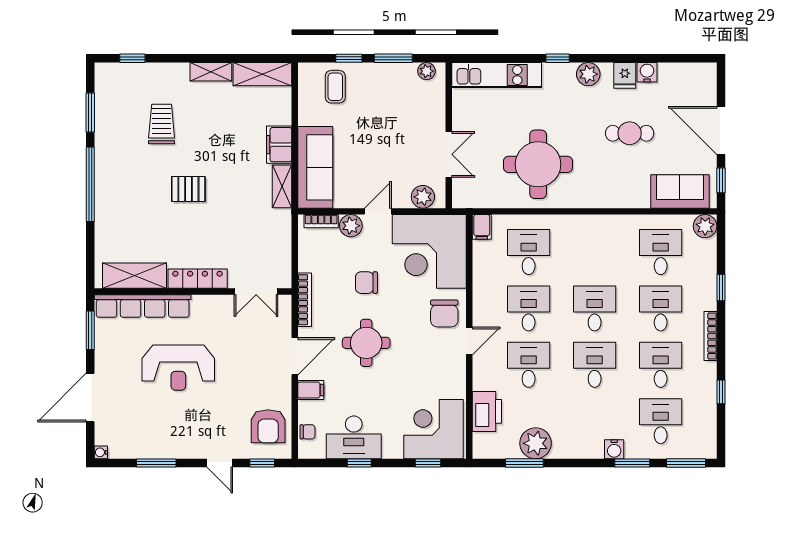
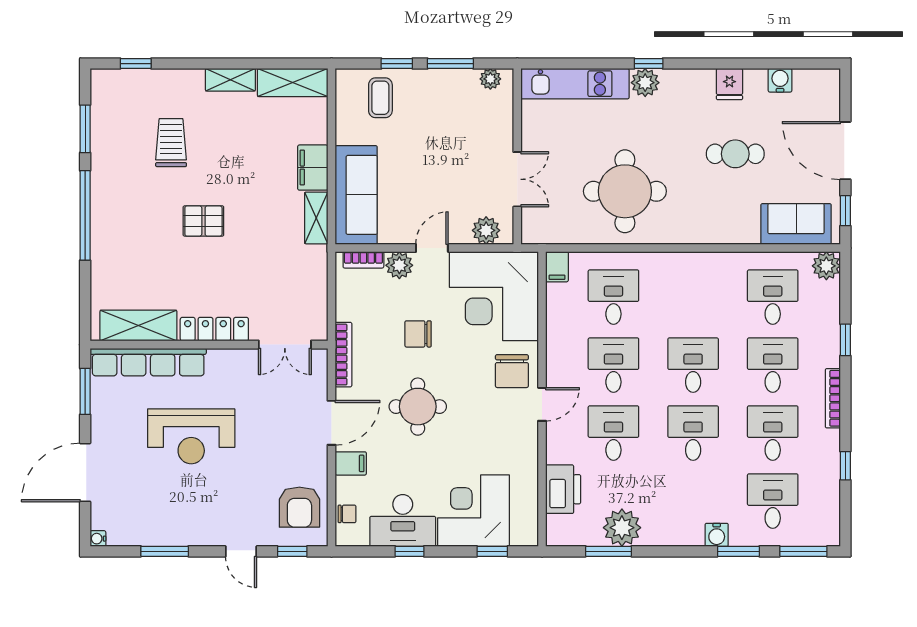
water cooler: (647, 72) -> (780, 80), moved
plant: (588, 74) -> (645, 83), moved
corner desk: (434, 429) -> (473, 511), moved

